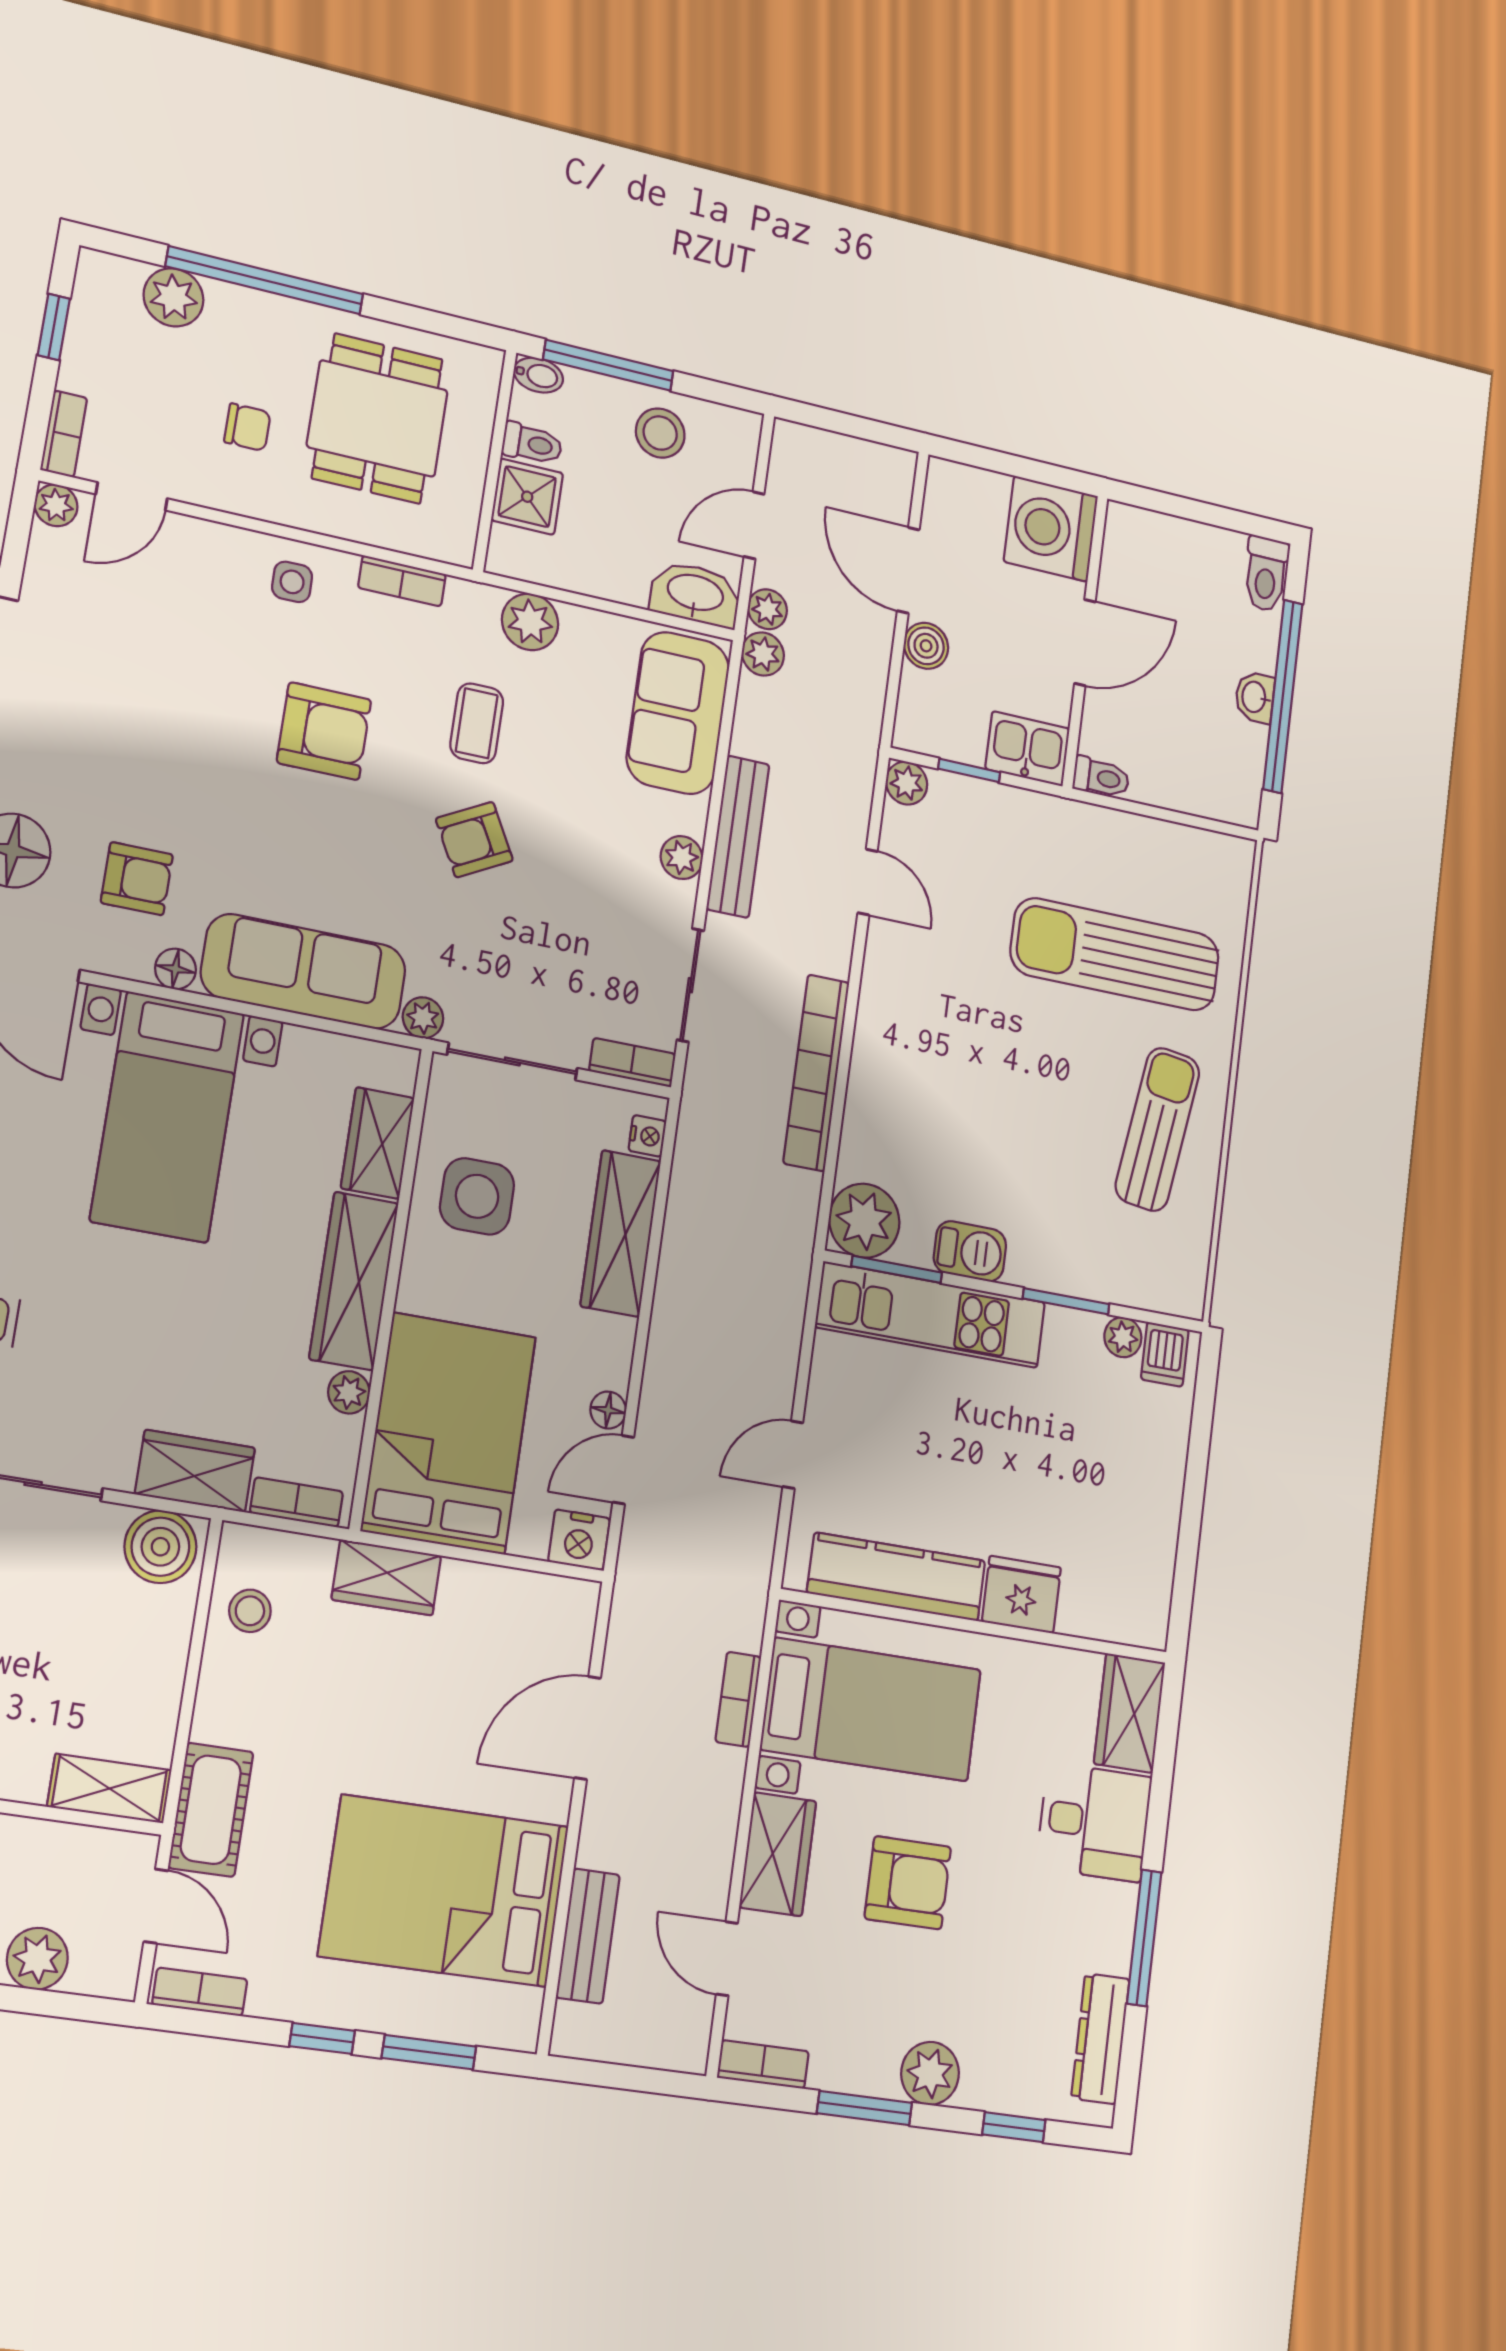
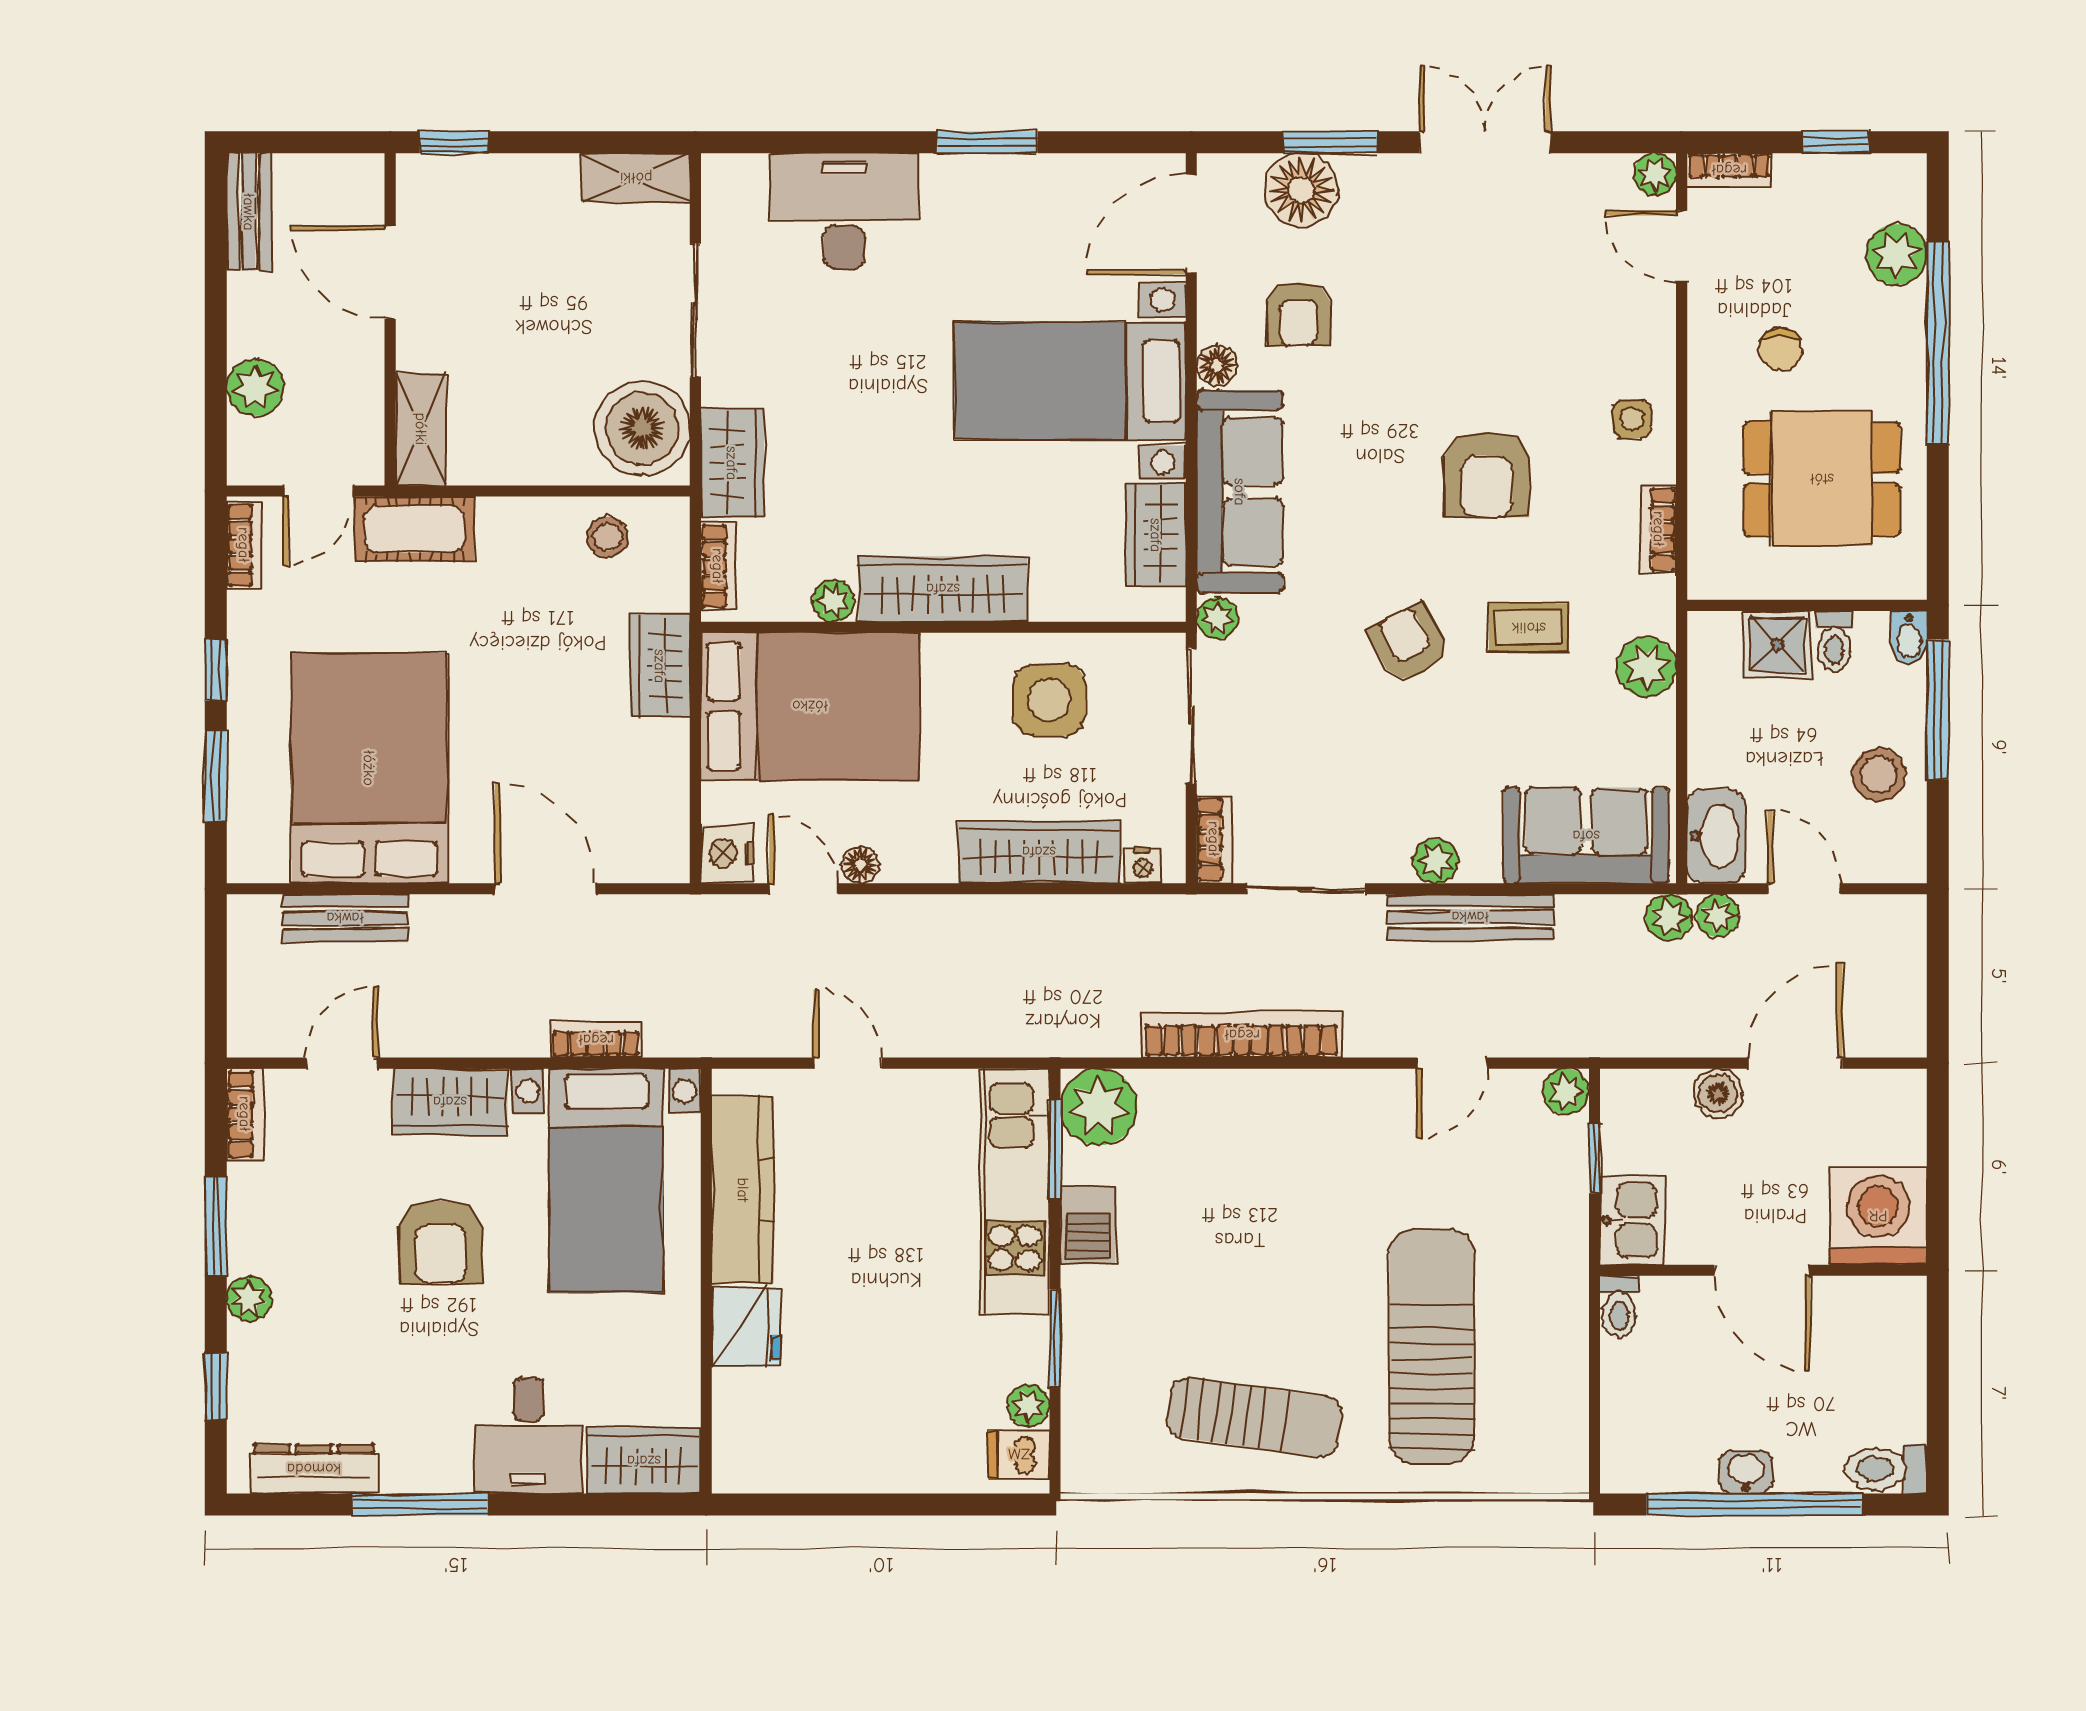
wardrobe: (378, 1143) -> (1156, 535), moved, turned -90
boiler: (160, 1547) -> (642, 428), width x1.37, depth x1.37
plant: (930, 2073) -> (249, 1299), width x0.73, depth x0.73

